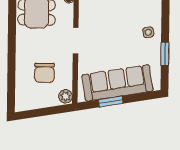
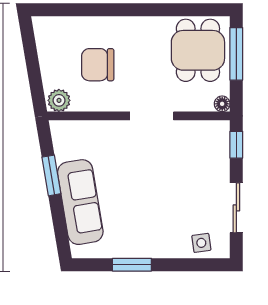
side table: (148, 32) -> (201, 243), moved
sofa: (118, 83) -> (80, 202), width x0.74, depth x0.79

